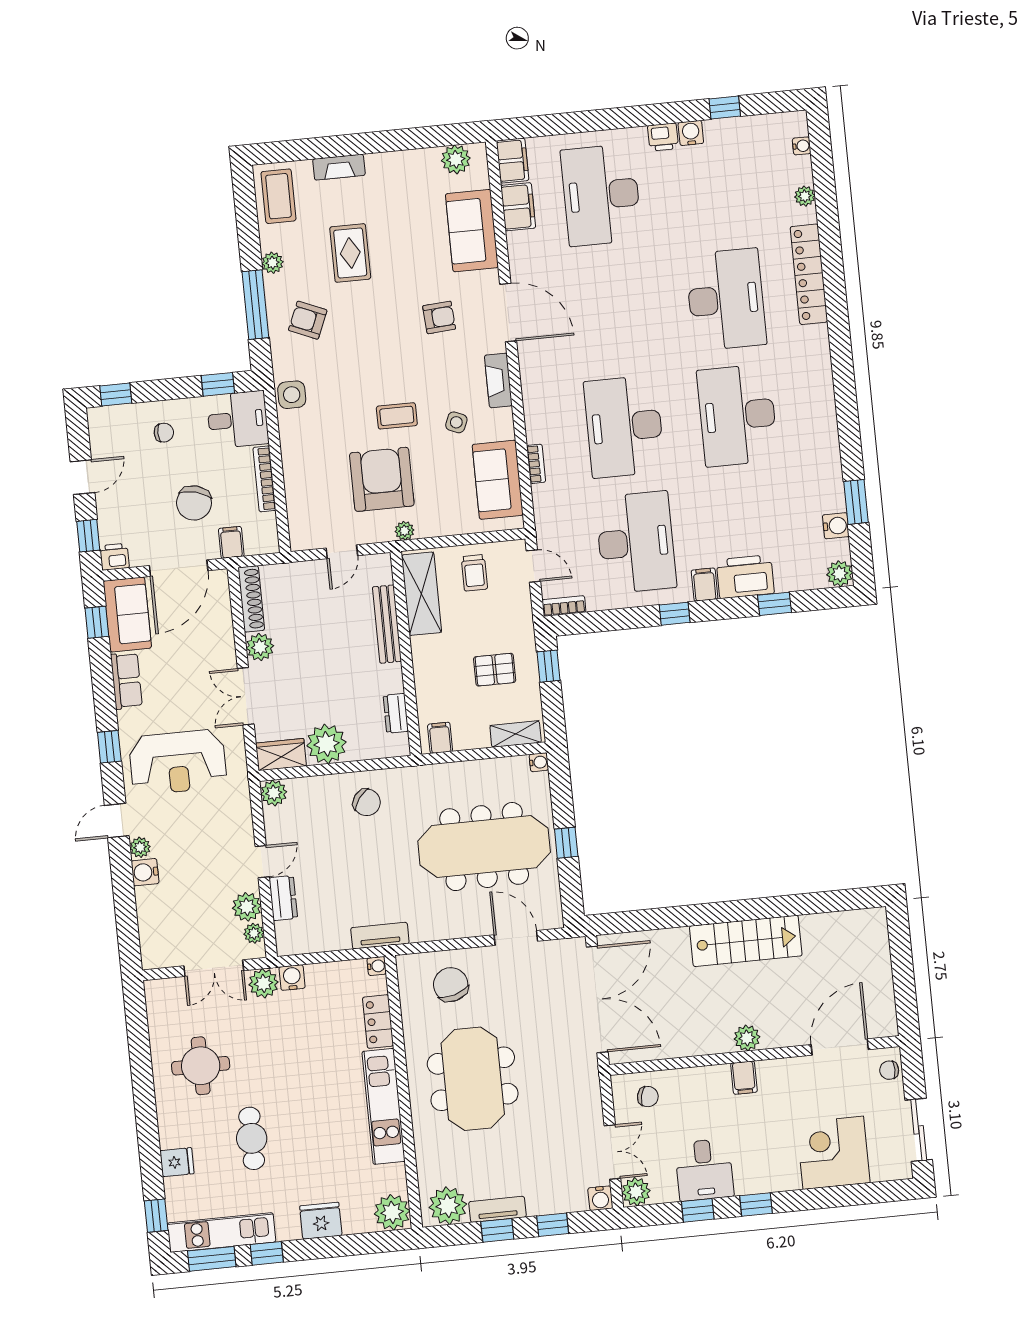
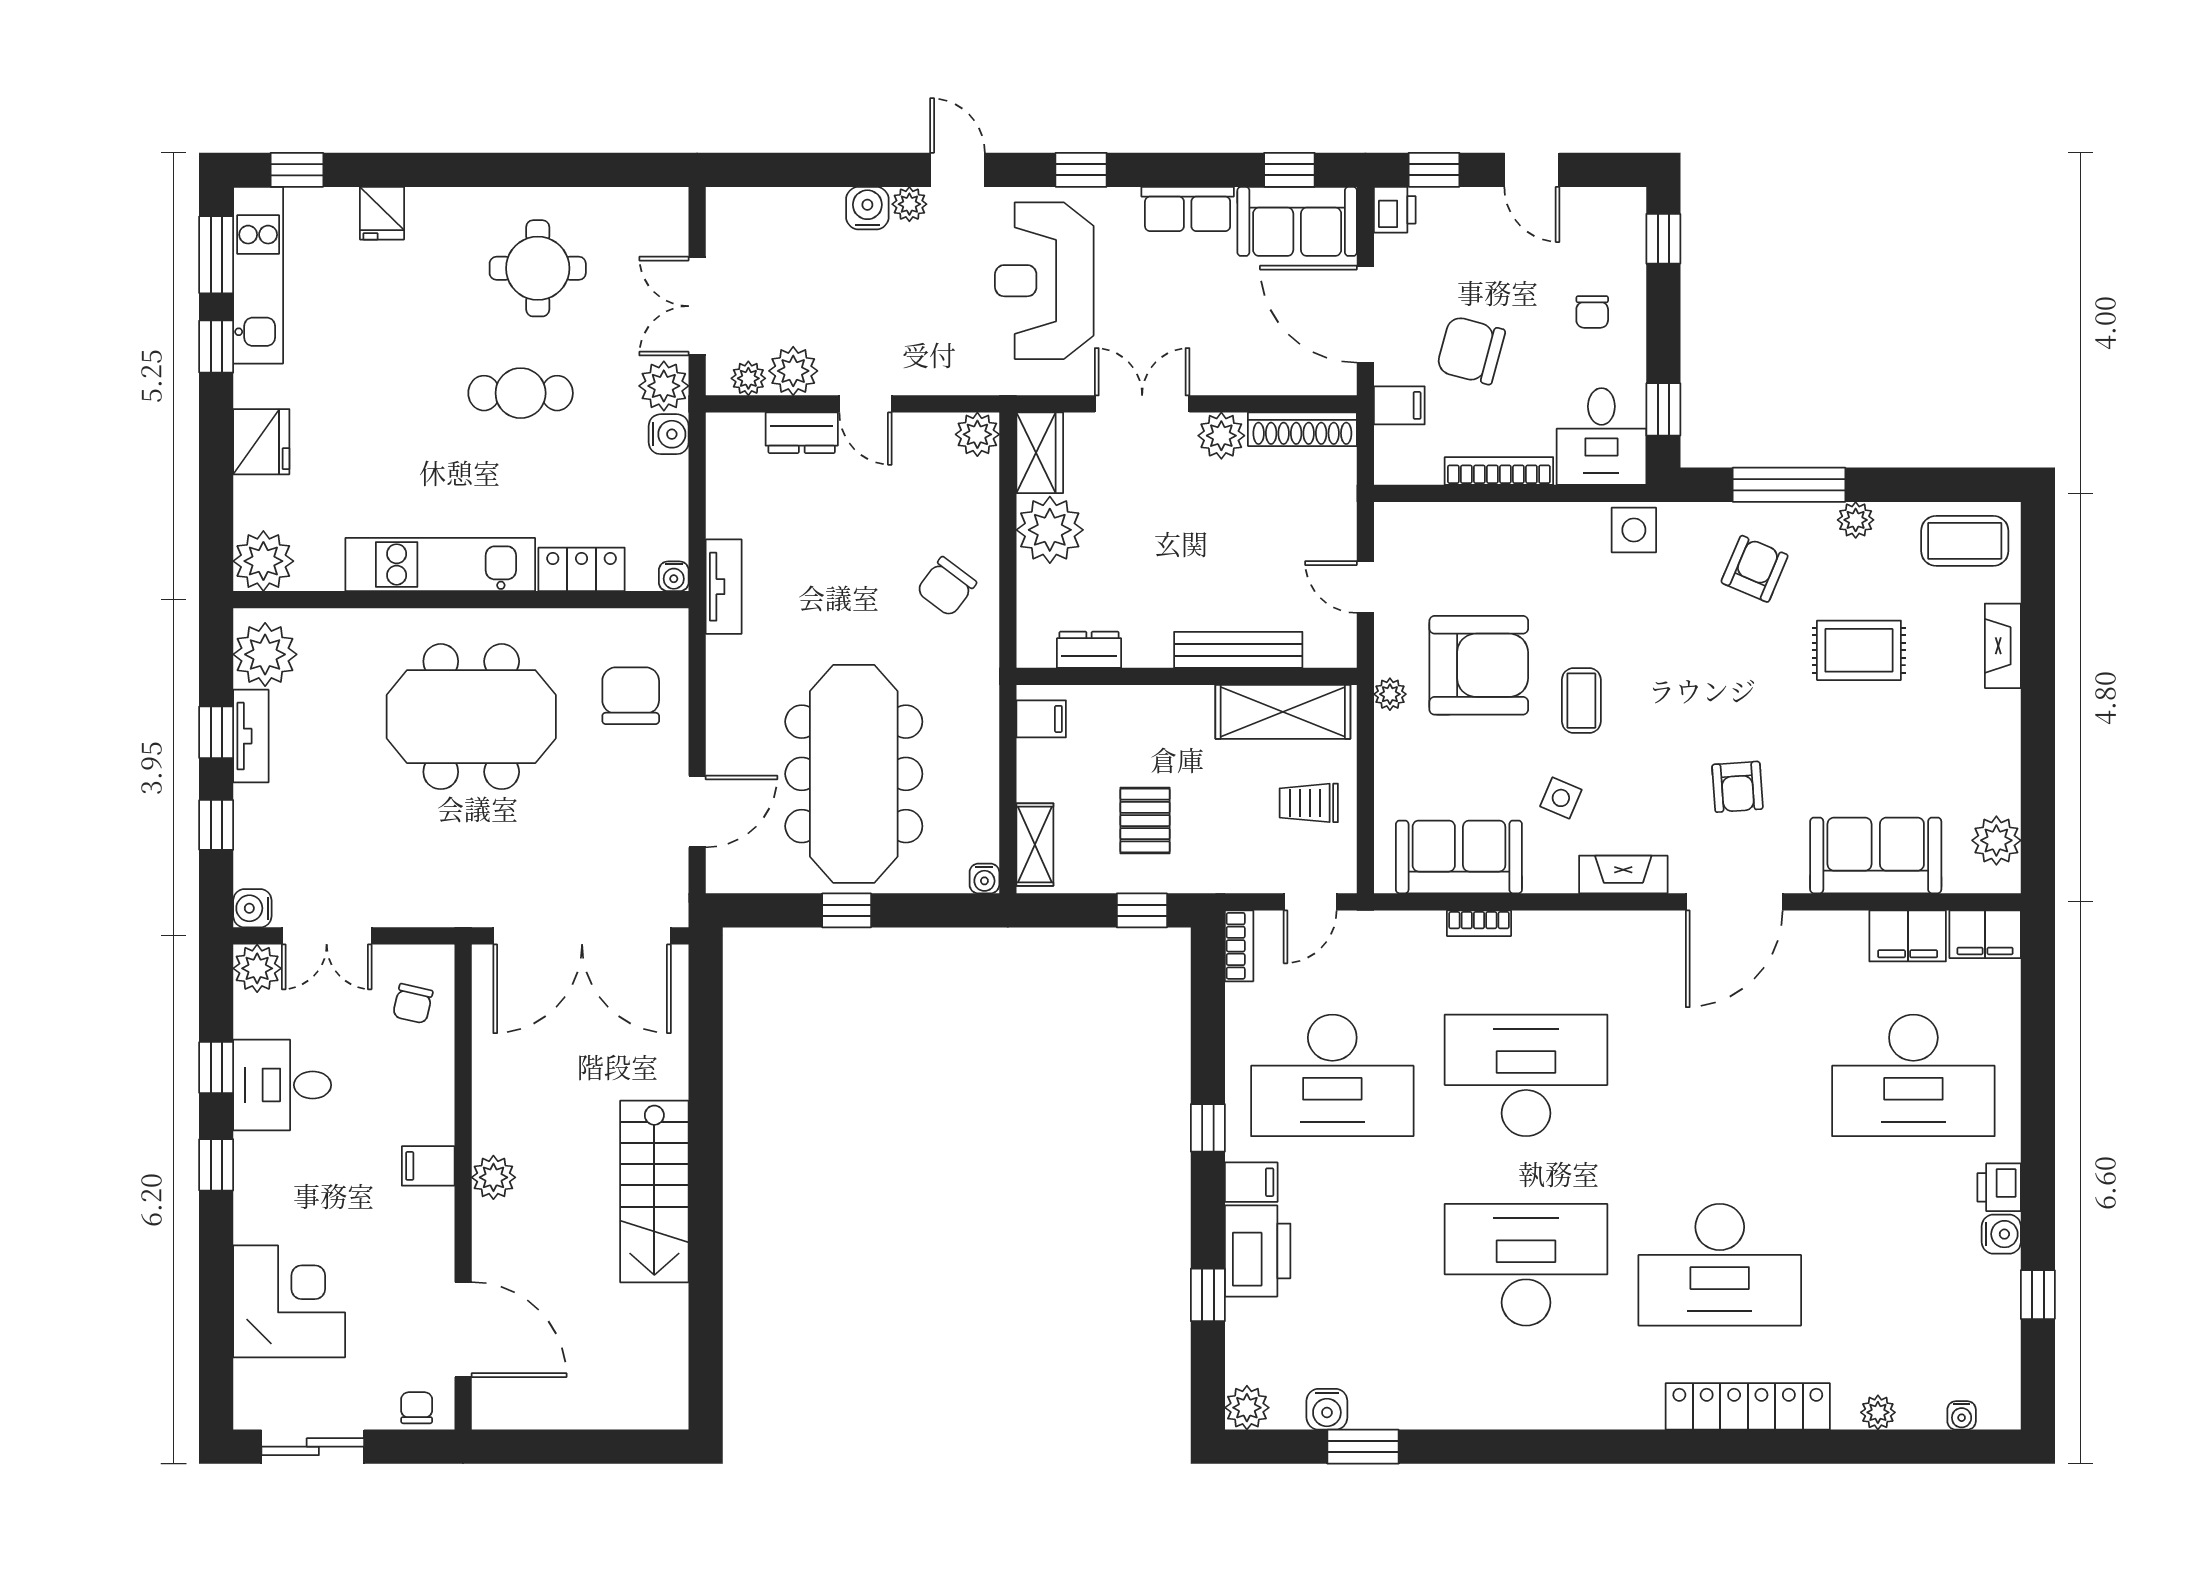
desk: (601, 195) -> (1913, 1075), turned 180
chair: (451, 985) -> (631, 696), turned -74
cafe table: (252, 1138) -> (521, 393), moved

